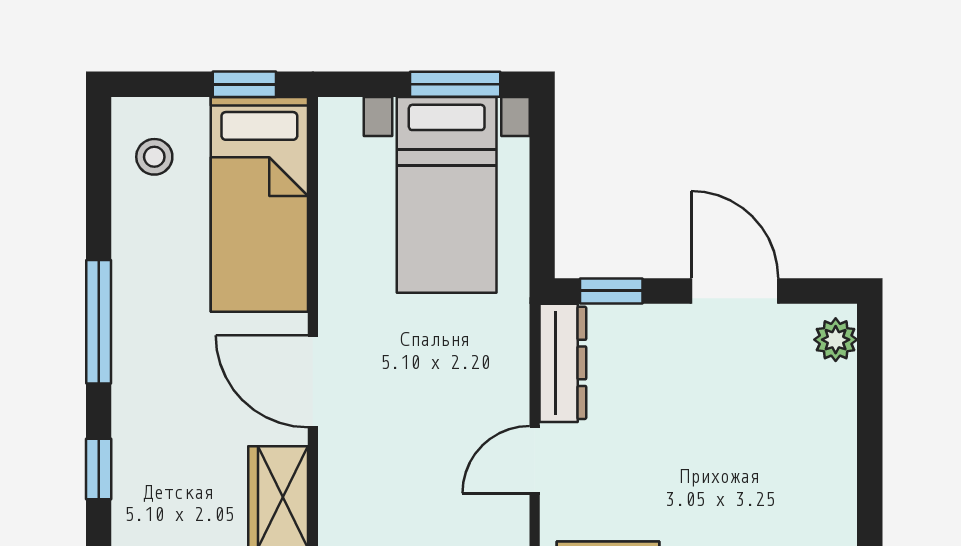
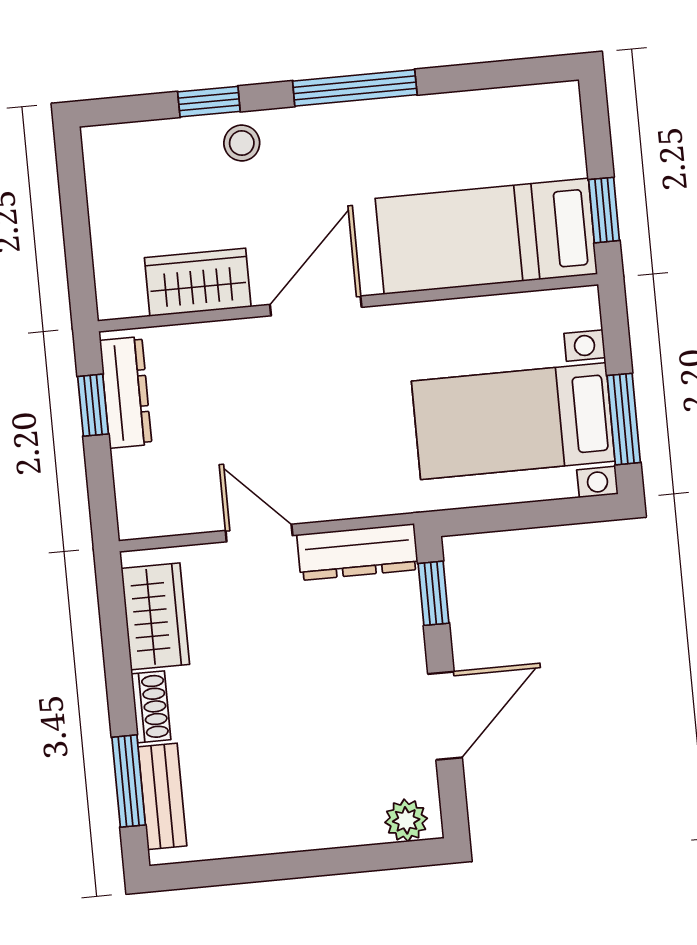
stool: (154, 157) -> (242, 143), moved

